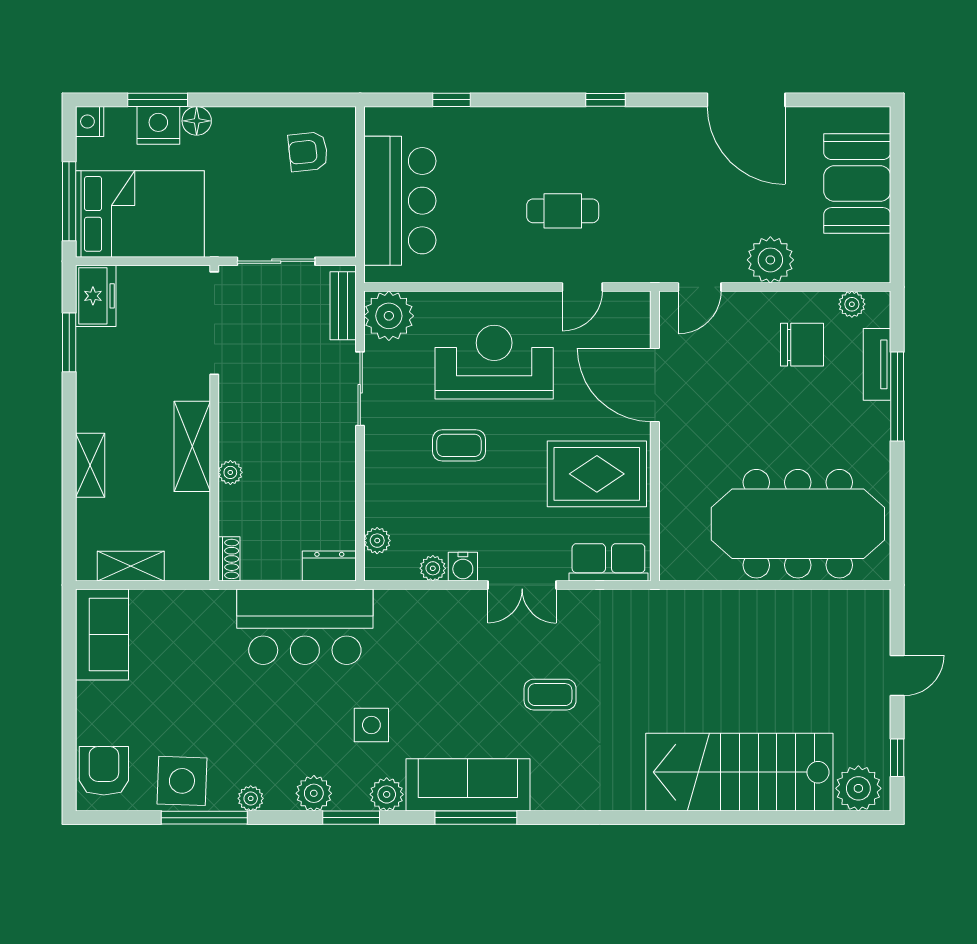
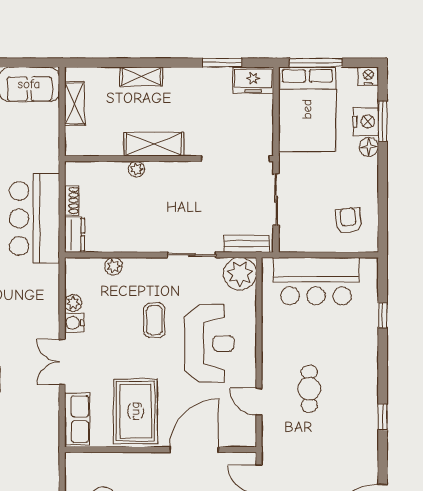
plant: (377, 541) -> (113, 266), moved
shoe rack: (229, 559) -> (72, 200), moved, turned -90

